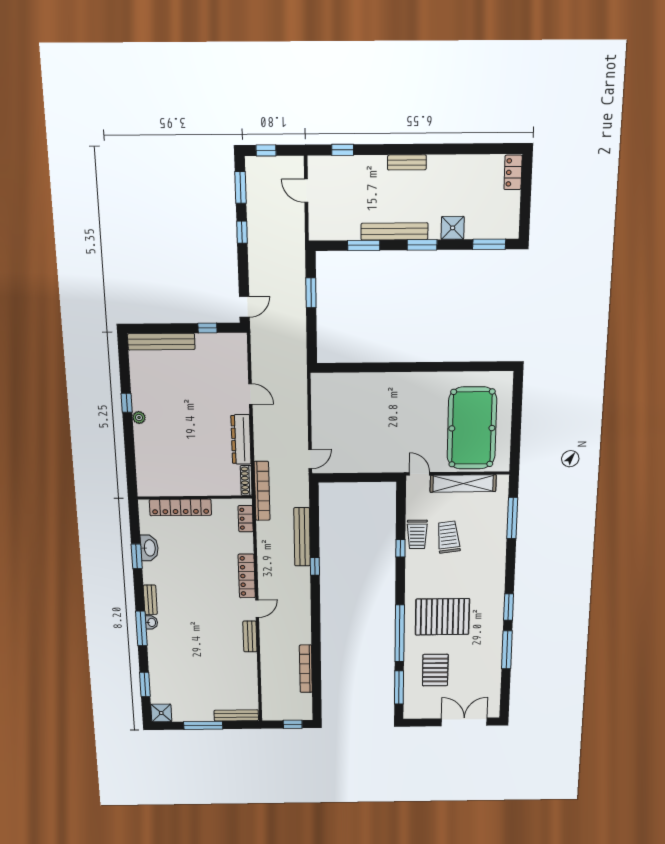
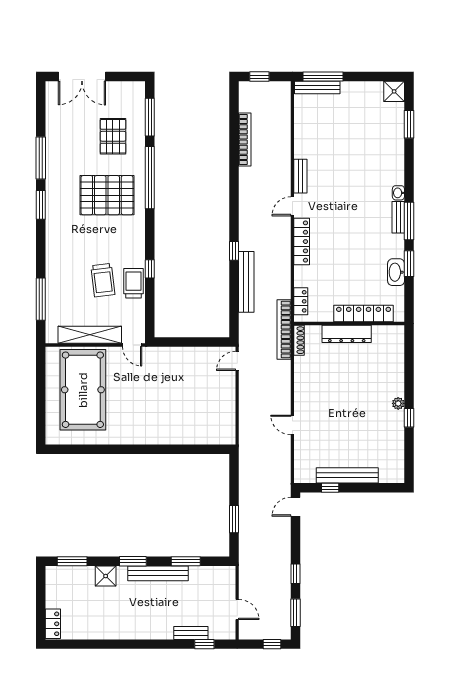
bench: (407, 162) -> (191, 633), moved
bench: (161, 342) -> (347, 475), moved
dresser: (241, 439) -> (347, 334), moved, turned 90
window: (141, 628) -> (409, 221), moved
window: (203, 725) -> (323, 77), moved

